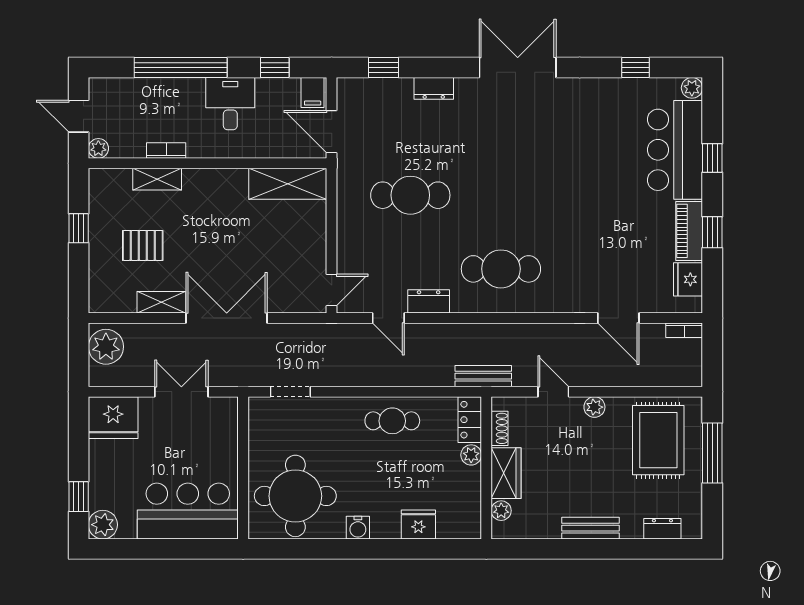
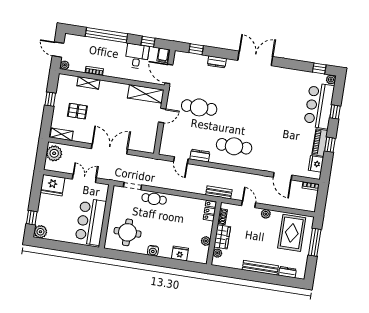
window: (635, 67) -> (319, 68), moved
desk: (230, 104) -> (137, 56), moved
door: (332, 290) -> (162, 116), moved
shelving: (161, 302) -> (62, 134), moved
cafe table: (392, 421) -> (154, 199), moved
plant: (471, 455) -> (206, 241), moved
round table: (295, 496) -> (128, 232), width x0.73, depth x0.73
bar counter: (188, 511) -> (91, 222), moved, turned -90
bench: (590, 528) -> (260, 268), width x1.36

